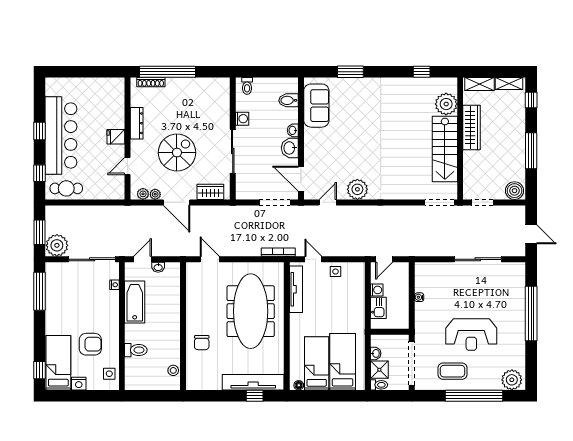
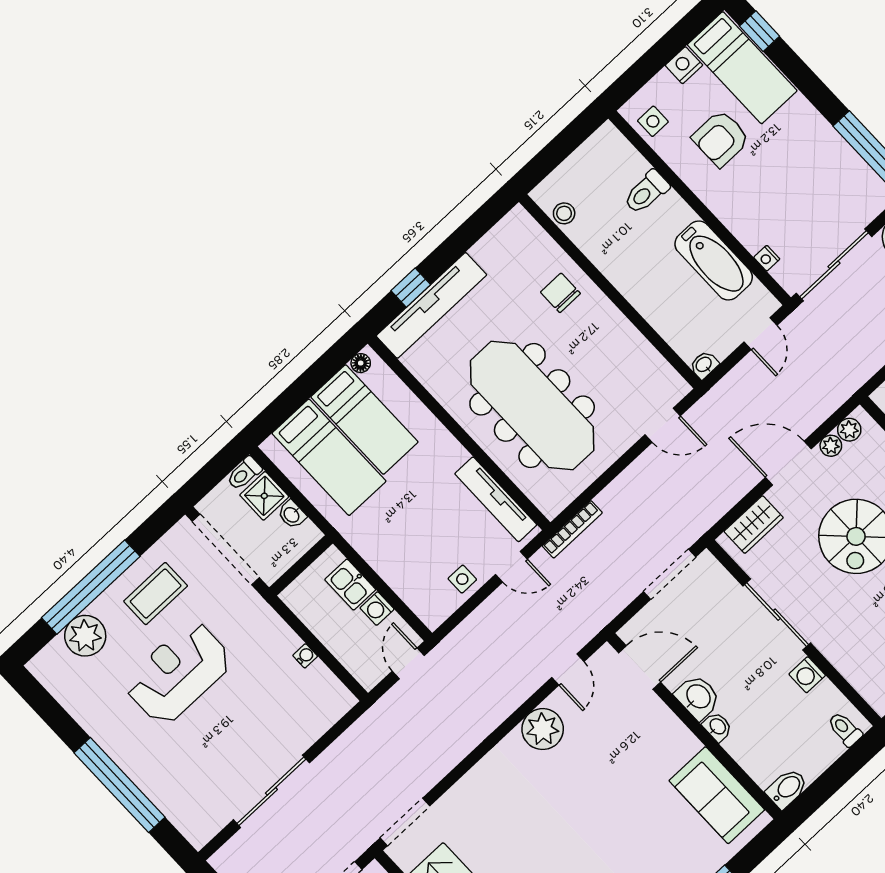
bidet: (288, 100) -> (787, 789), moved
doorway: (275, 202) -> (670, 574), moved
washbasin: (158, 267) -> (704, 365), moved
plant: (512, 380) -> (85, 636), moved

